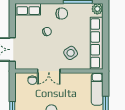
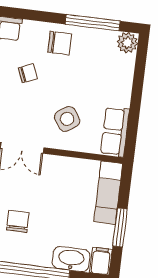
row of seats: (97, 43) -> (115, 132), width x0.50

